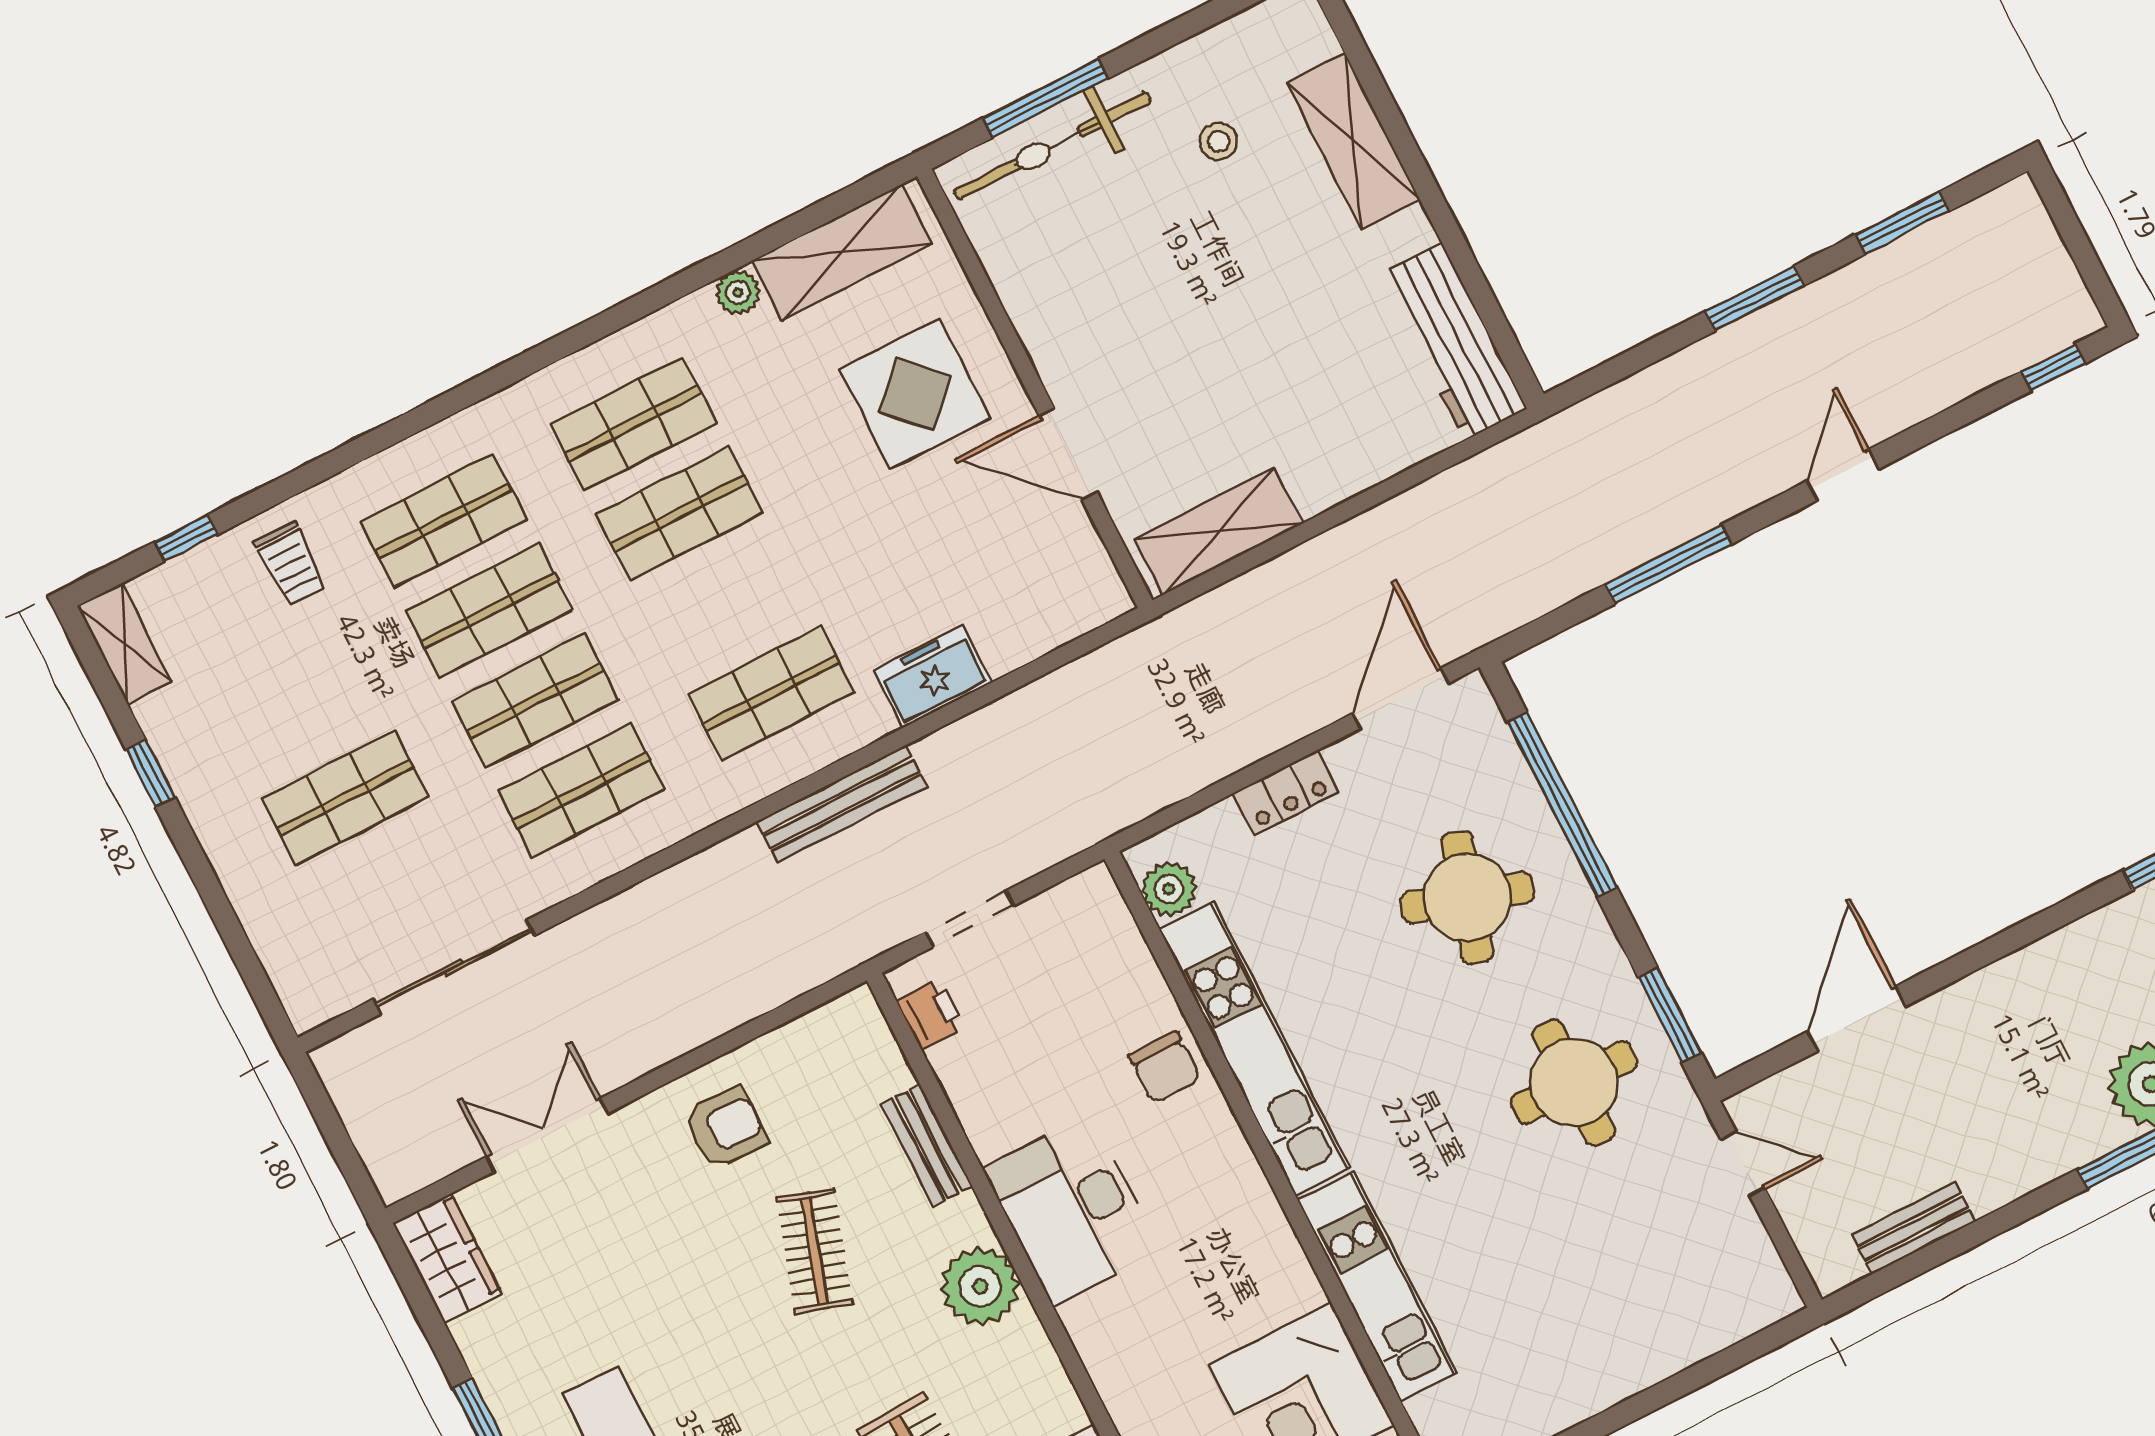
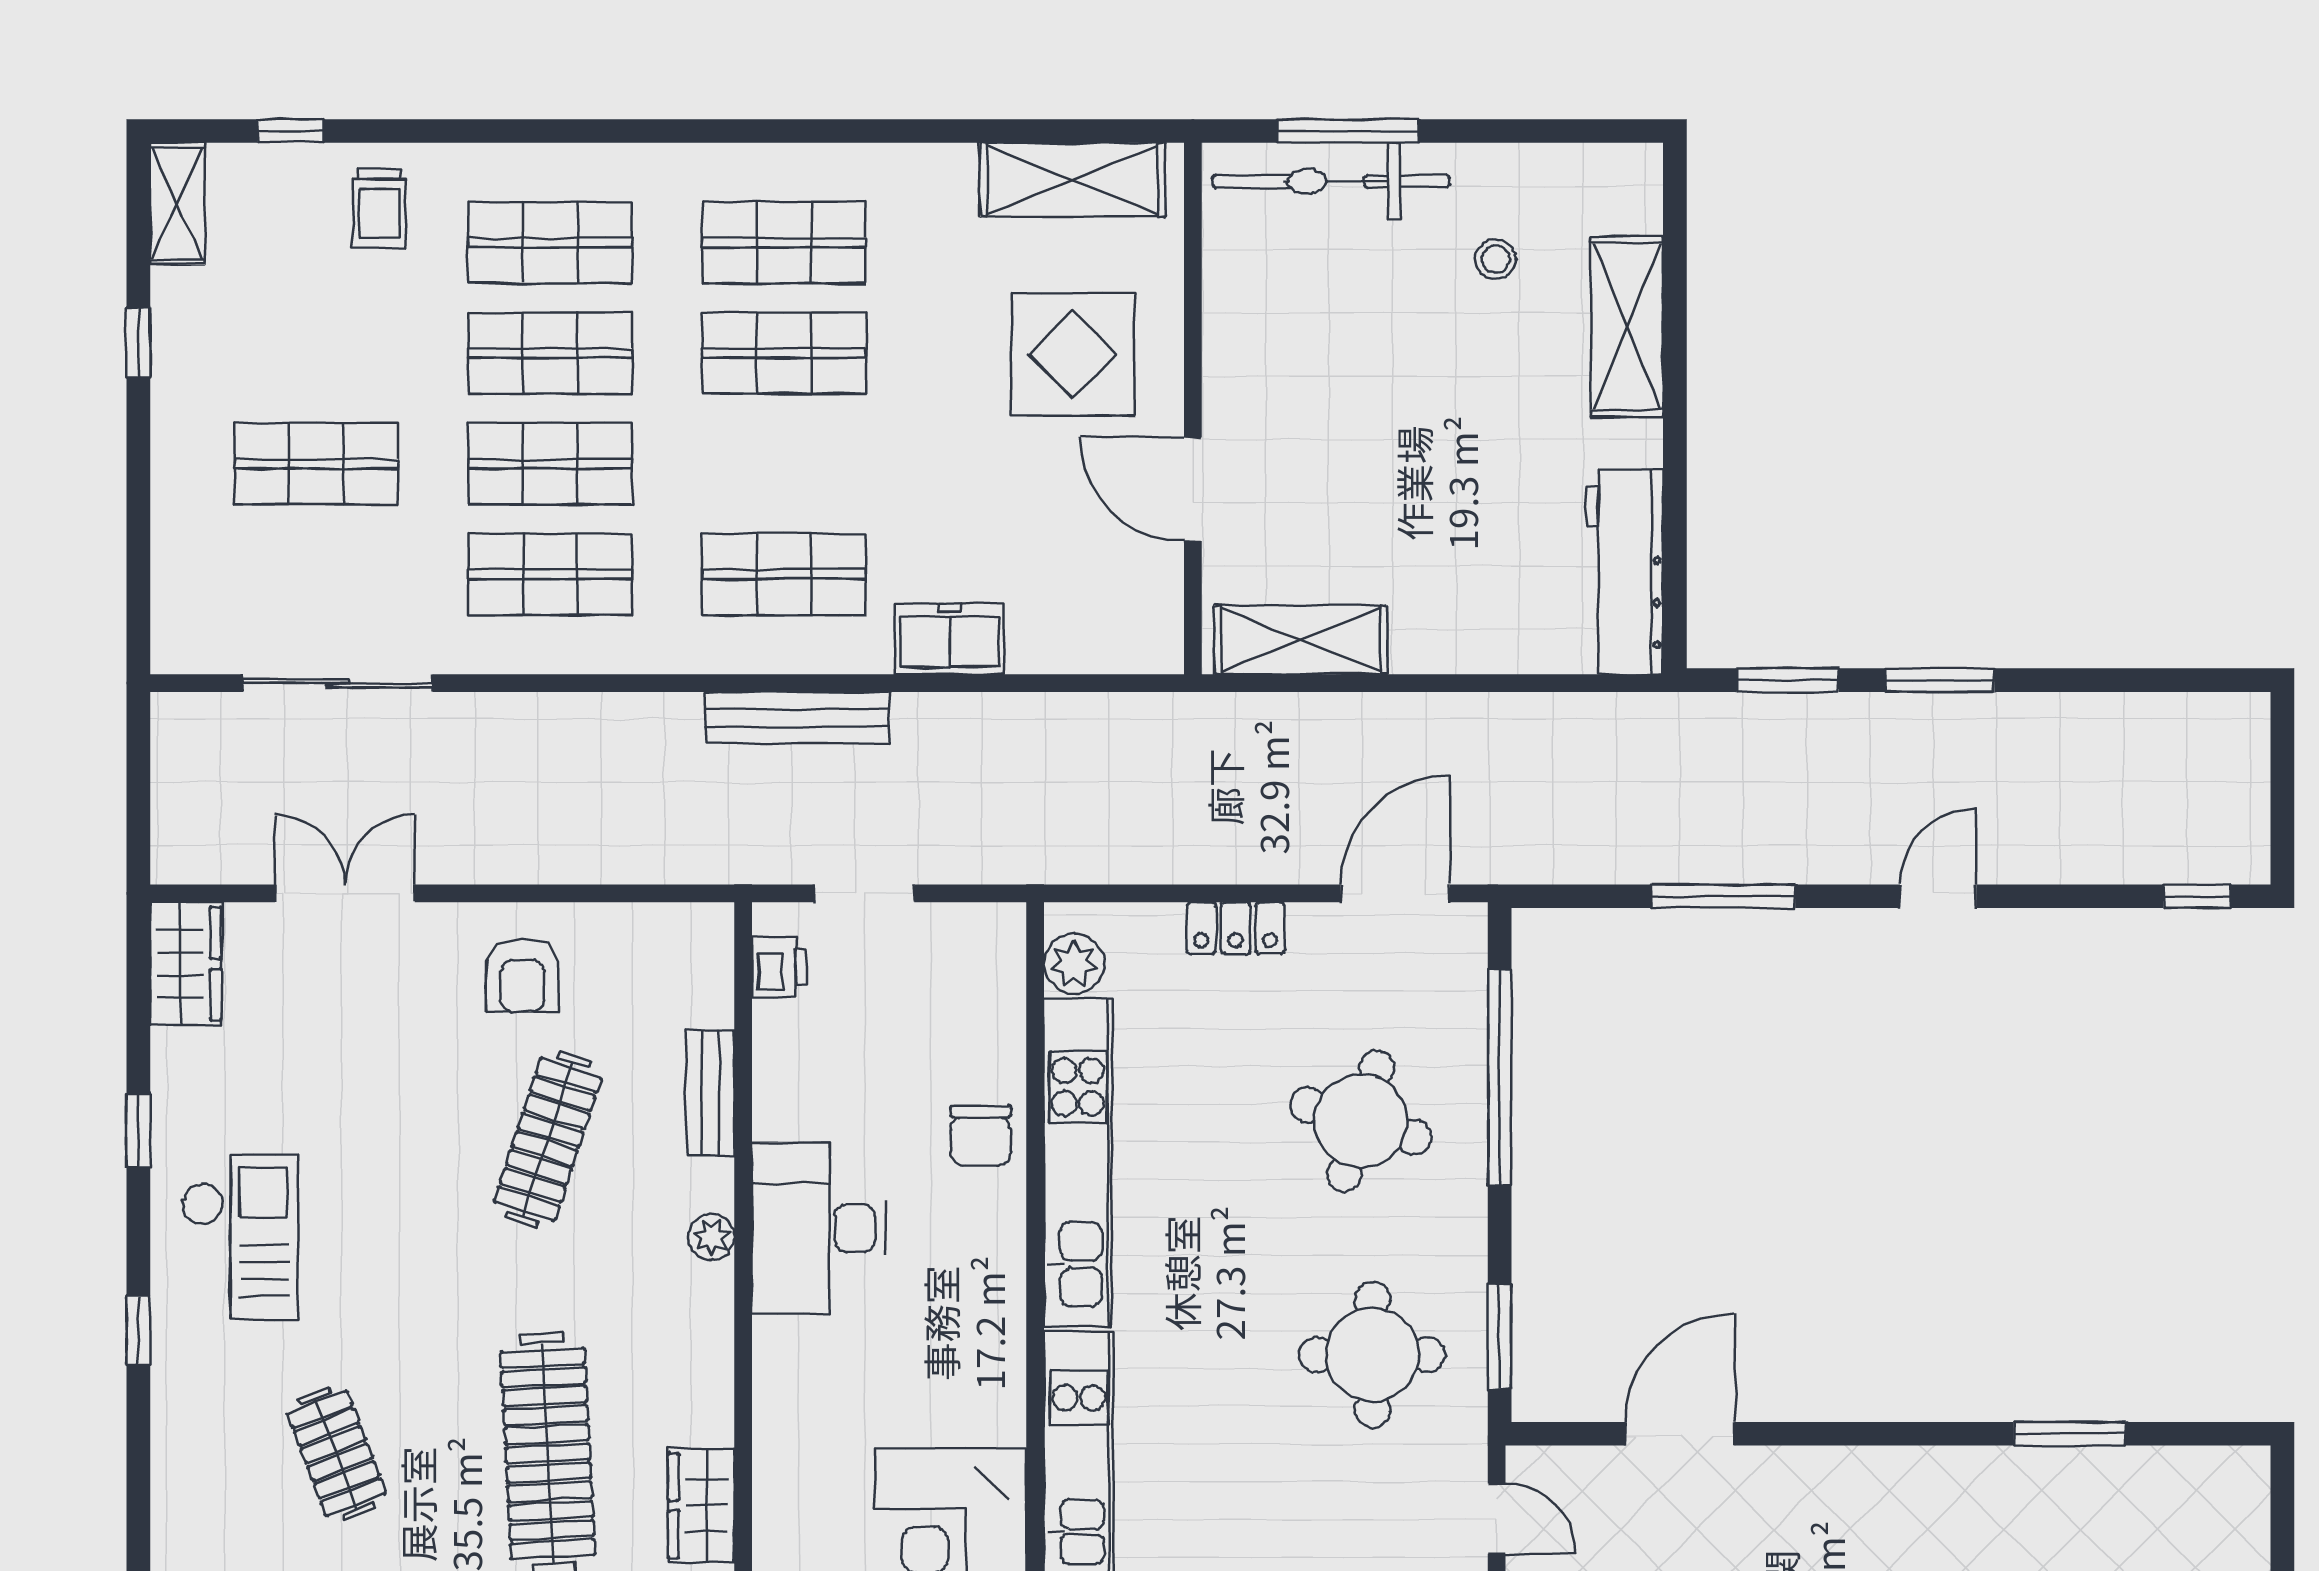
window: (1902, 223) -> (1788, 680), moved
plant: (738, 293) -> (951, 167), removed
armchair: (726, 1128) -> (522, 976), turned 90
clothes rail: (814, 1250) -> (548, 1139), width x1.36
plant: (980, 1286) -> (711, 1237), width x0.53, depth x0.53

